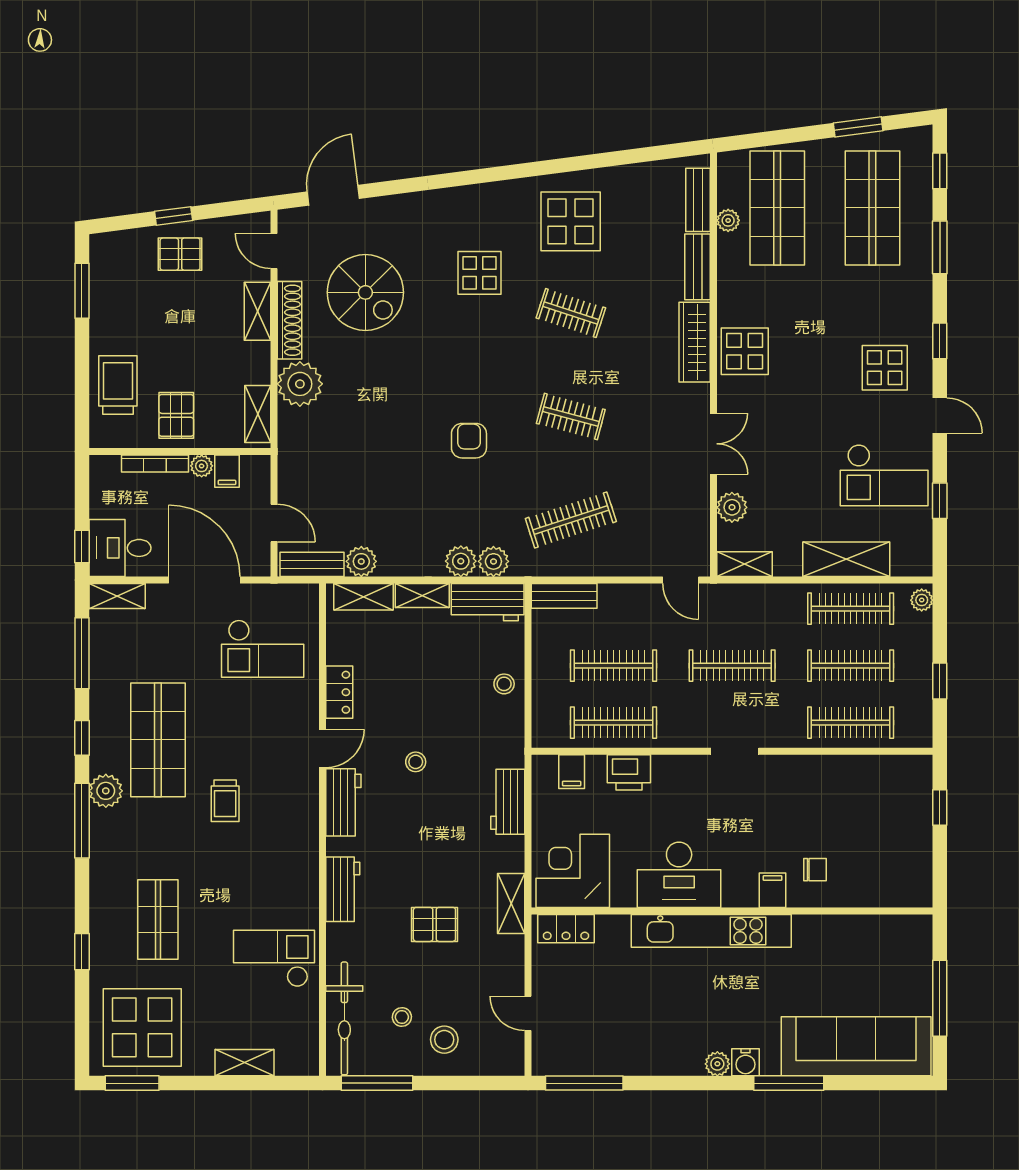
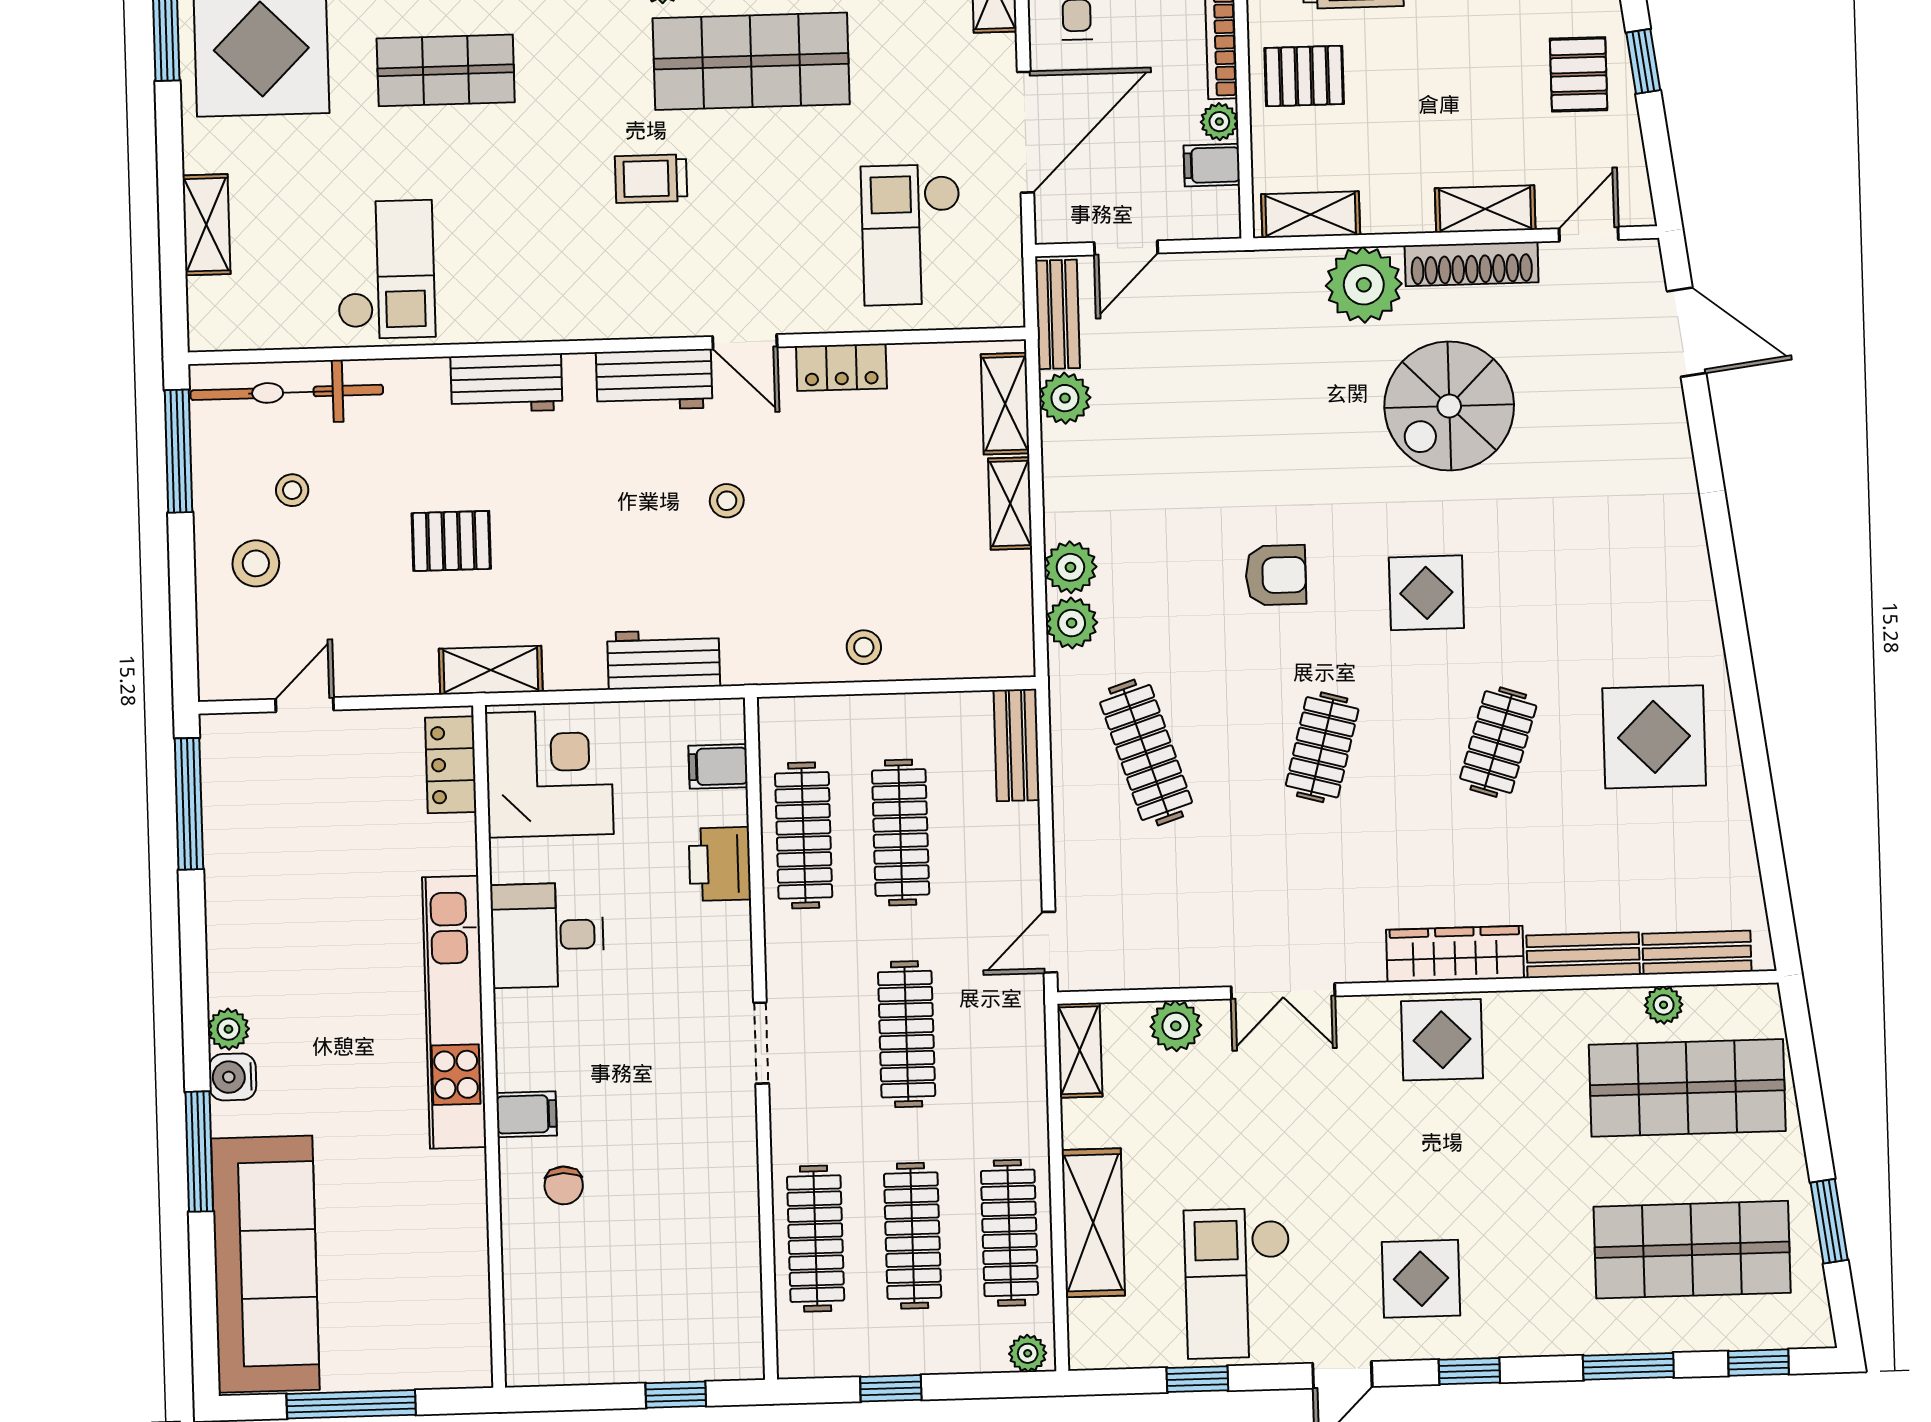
display table: (480, 273) -> (1426, 593), moved
spiral stairs: (365, 292) -> (1449, 406), moved
workbench: (488, 602) -> (1002, 615), removed
desk: (679, 875) -> (547, 935), width x0.73
pallet: (434, 924) -> (451, 541), turned 90

